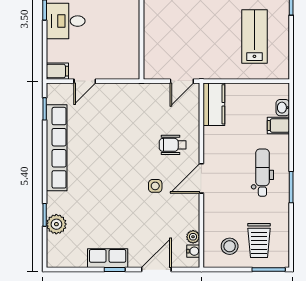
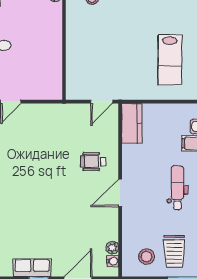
lab bench: (254, 36) -> (170, 60), turned 180
side table: (155, 186) -> (77, 200), removed

